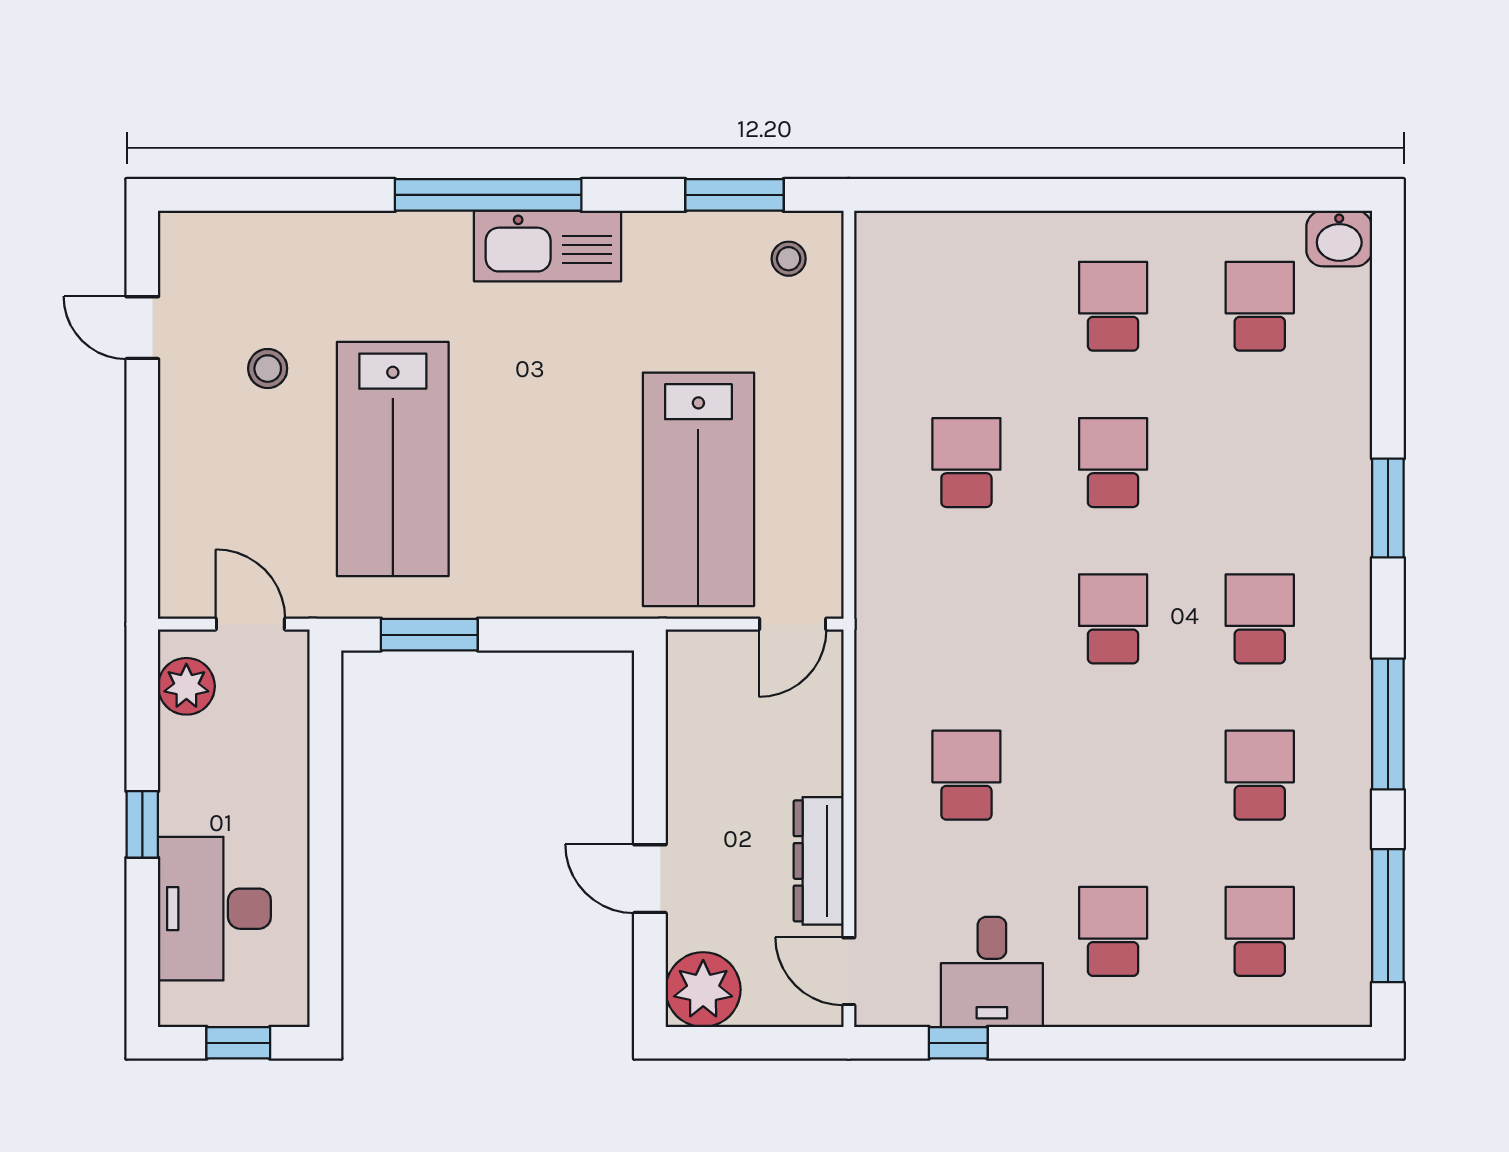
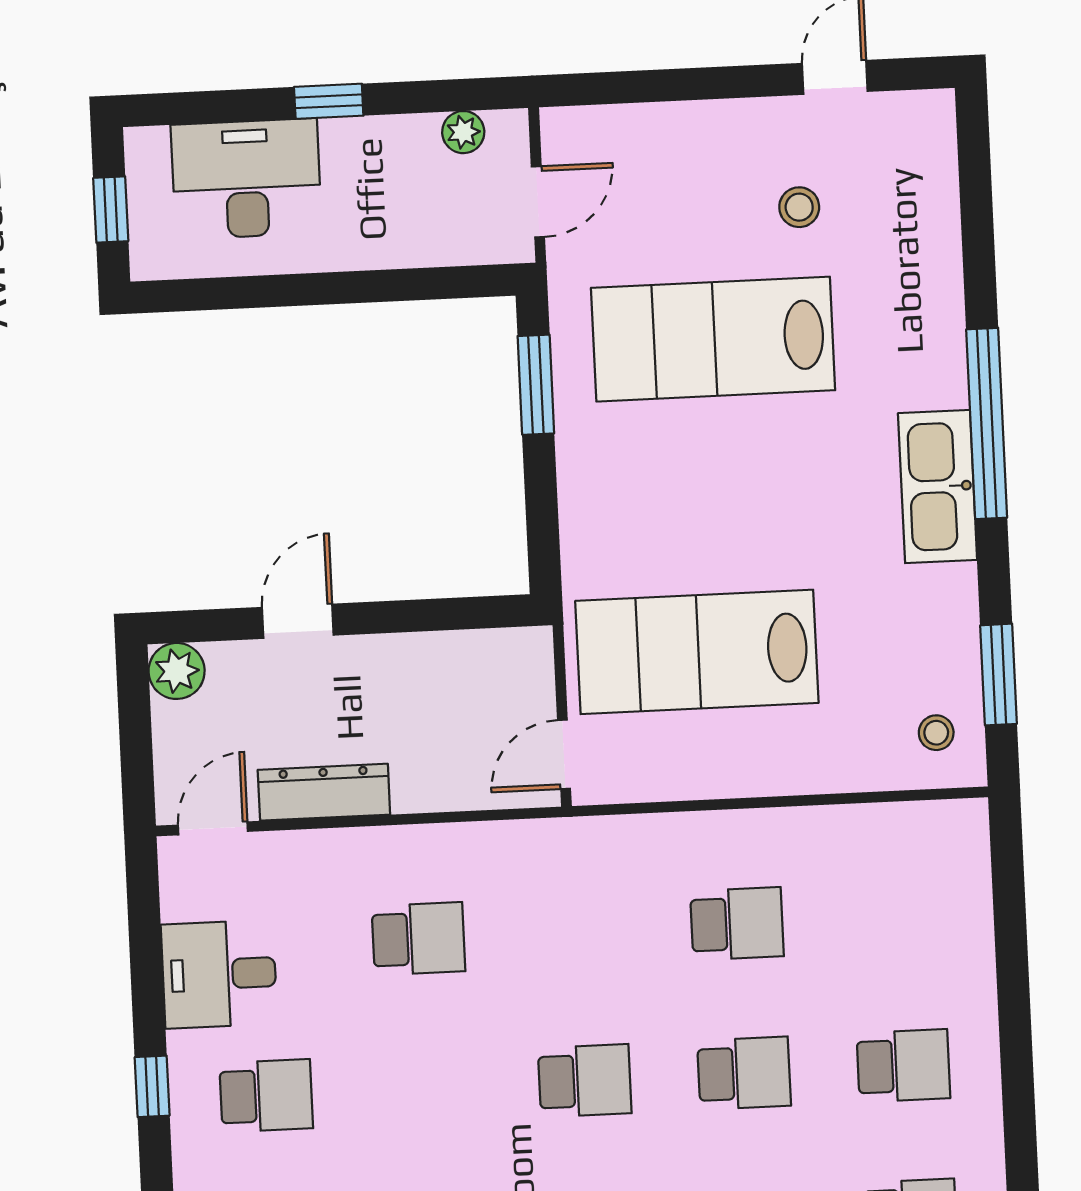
door: (793, 624) -> (564, 754), hinge flipped
plant: (186, 686) -> (463, 132), width x0.73, depth x0.73
plant: (703, 990) -> (177, 671), width x0.73, depth x0.73
window: (958, 1043) -> (152, 1086), moved

